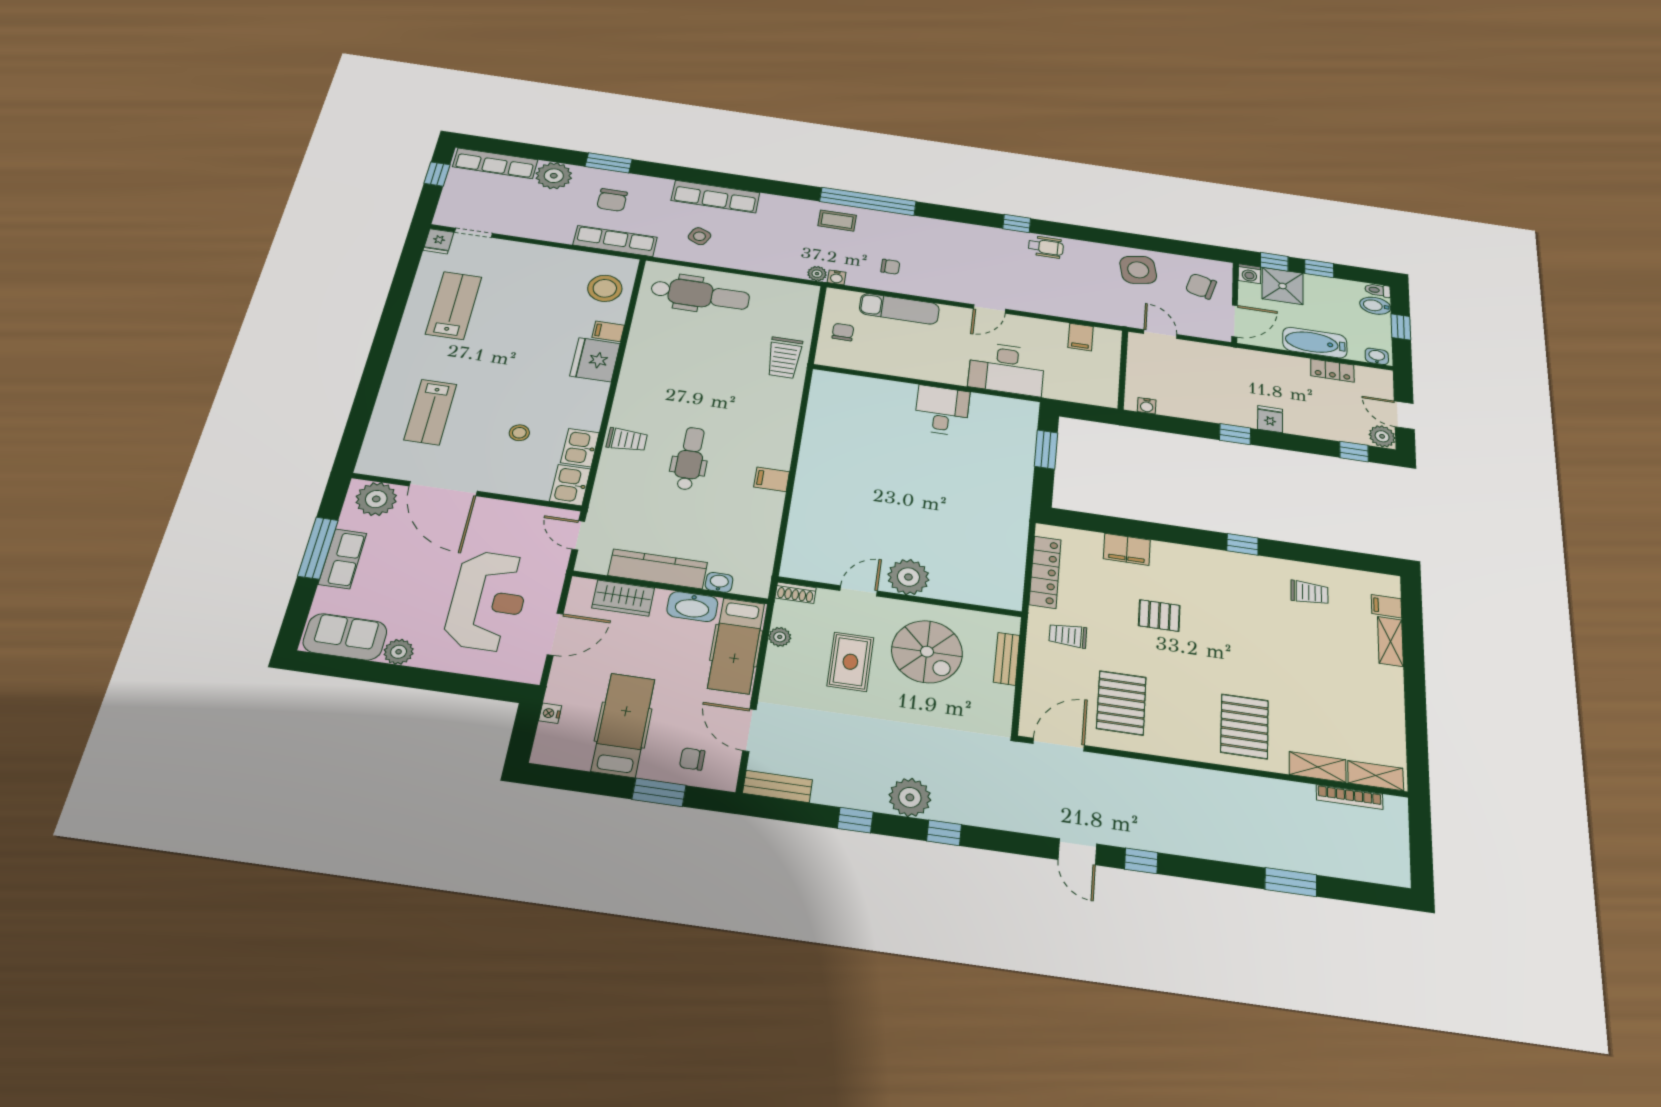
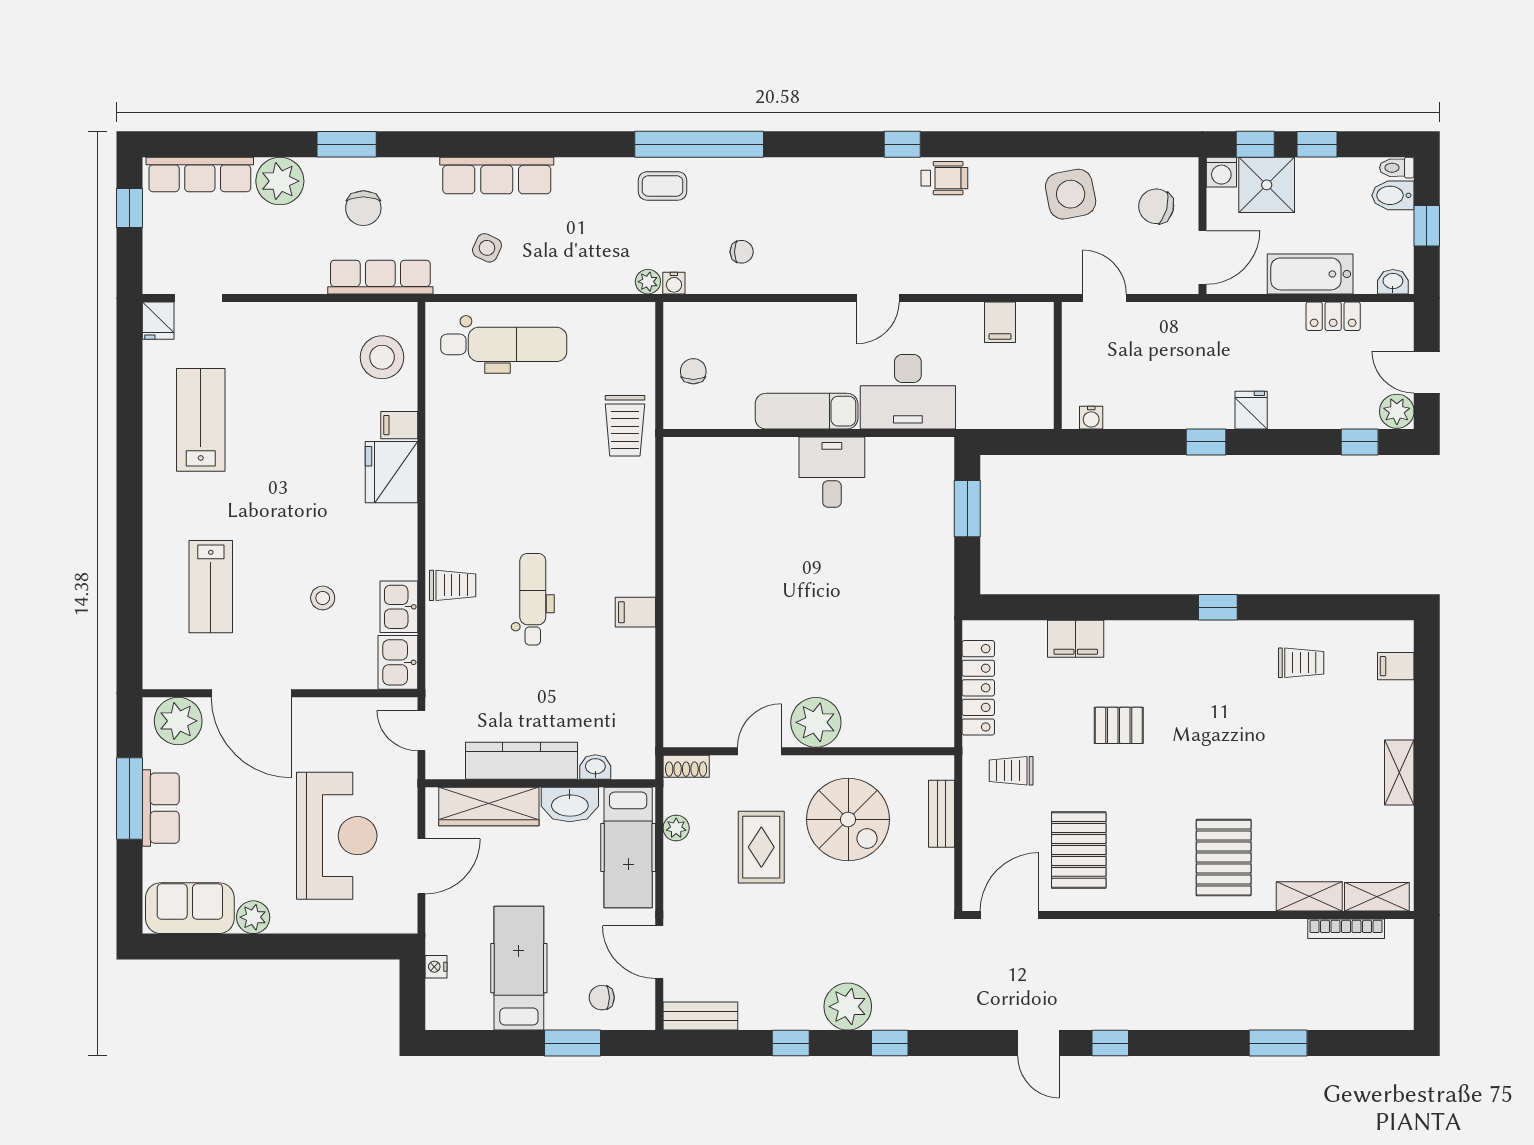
exam couch: (899, 309) -> (807, 411), moved, turned 180
wardrobe: (623, 598) -> (489, 806), width x1.50
shelving: (1390, 641) -> (1399, 772), moved

